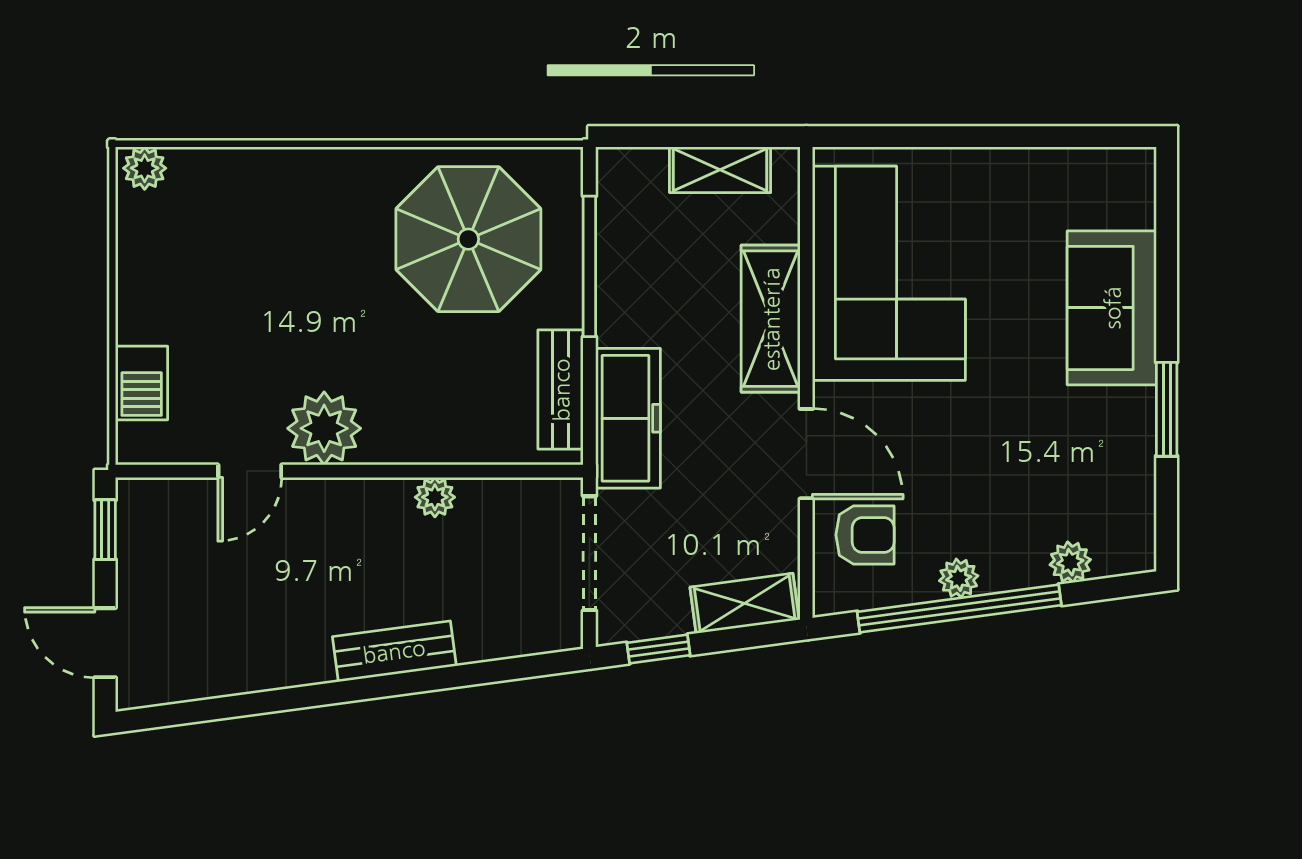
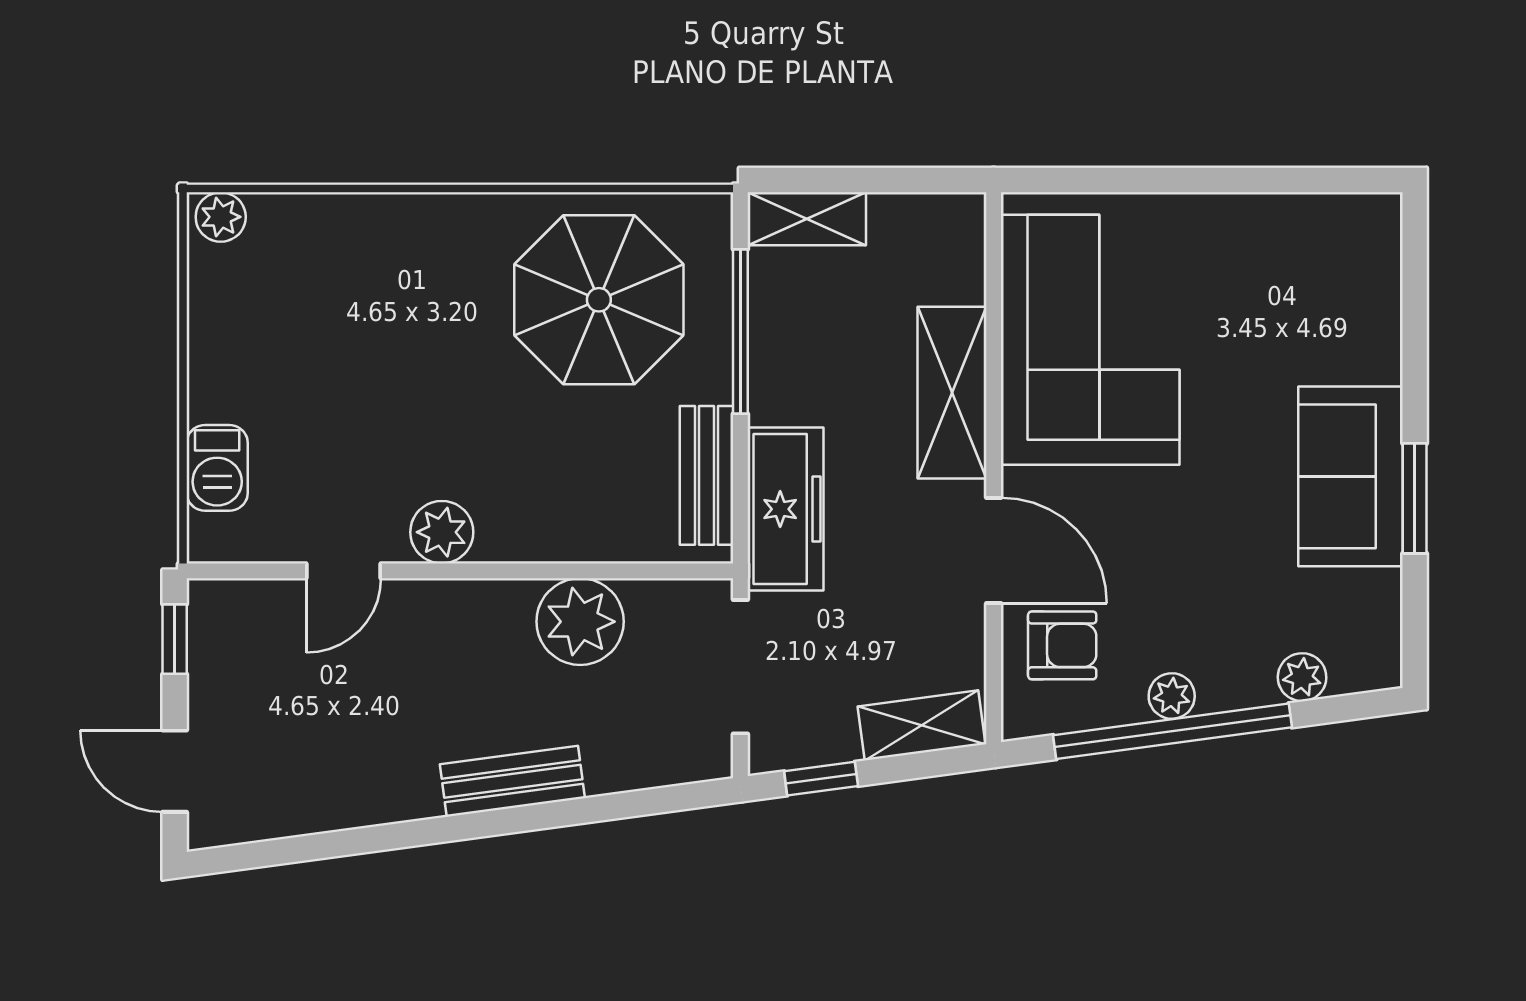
shelving: (720, 170) -> (807, 219), moved
sofa: (1112, 308) -> (1351, 476), moved
plant: (324, 428) -> (442, 532), width x0.73, depth x0.73
plant: (435, 497) -> (580, 622), width x1.87, depth x1.87

